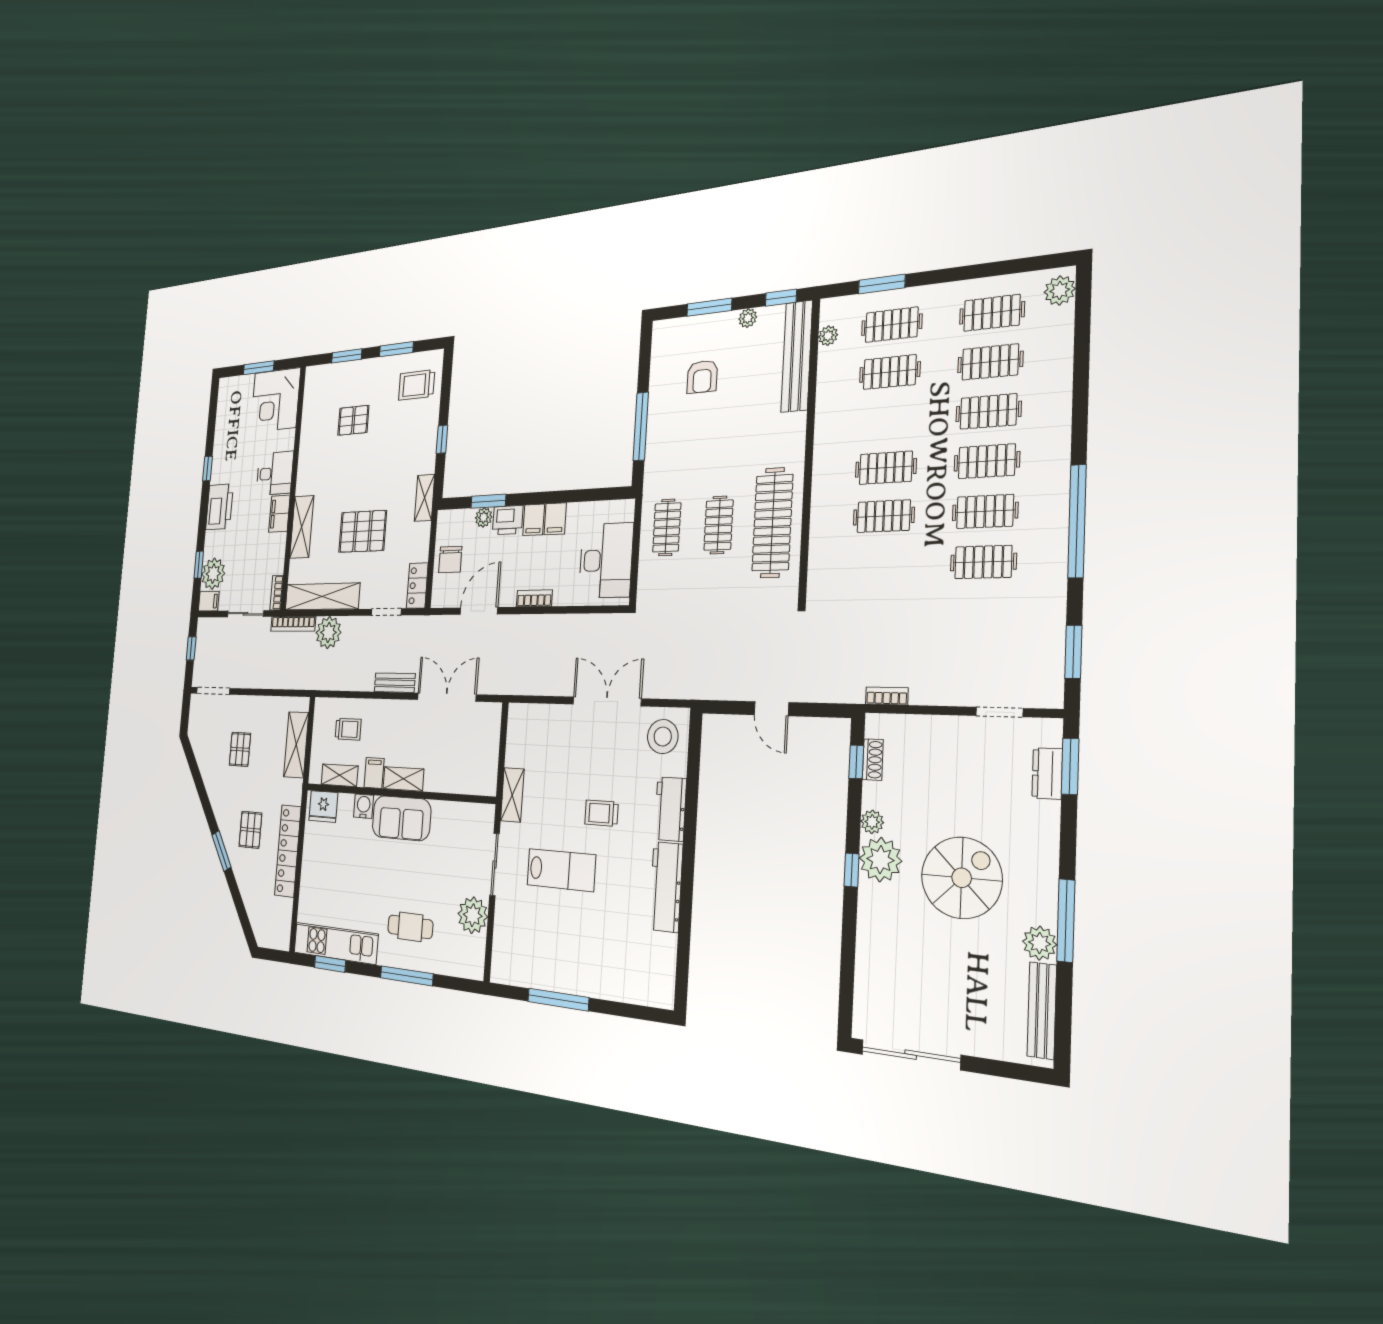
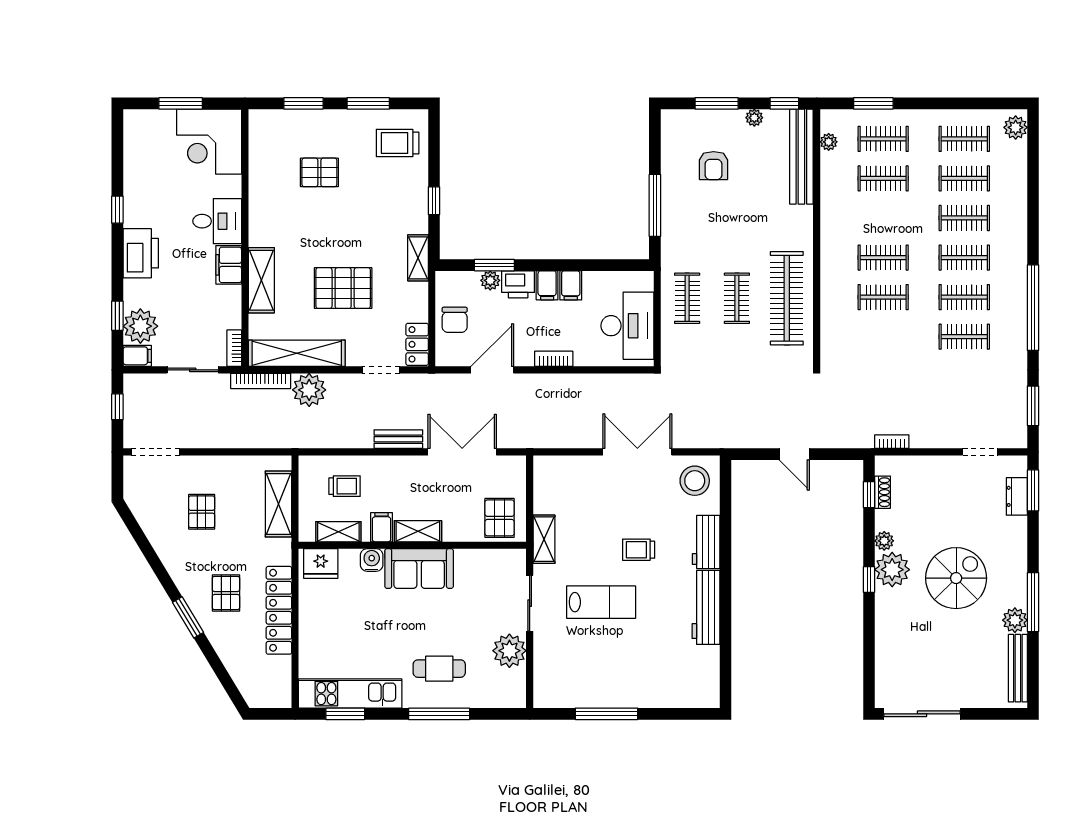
pallet: (474, 769) -> (500, 518), added

